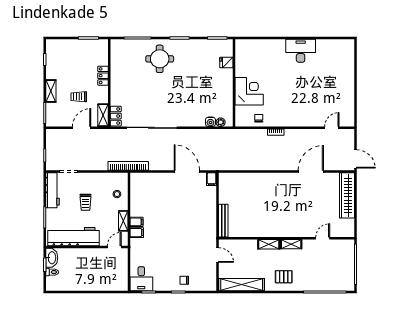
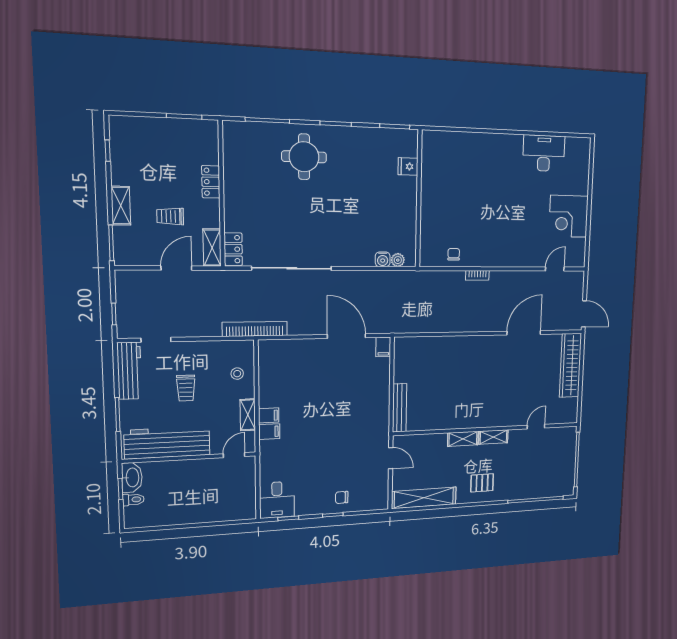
desk: (301, 51) -> (544, 153), moved
corner desk: (249, 91) -> (569, 216), moved, turned 180

